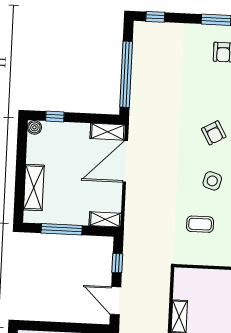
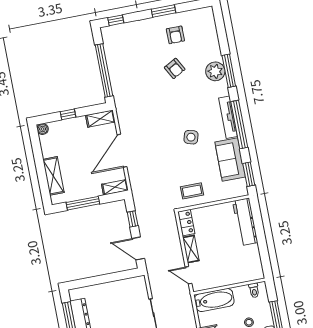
window: (55, 116) -> (68, 114), moved
armchair: (214, 133) -> (175, 68), moved
door: (125, 161) -> (122, 151), moved
coffee table: (200, 224) -> (192, 191), moved
locker: (181, 283) -> (186, 223), added

